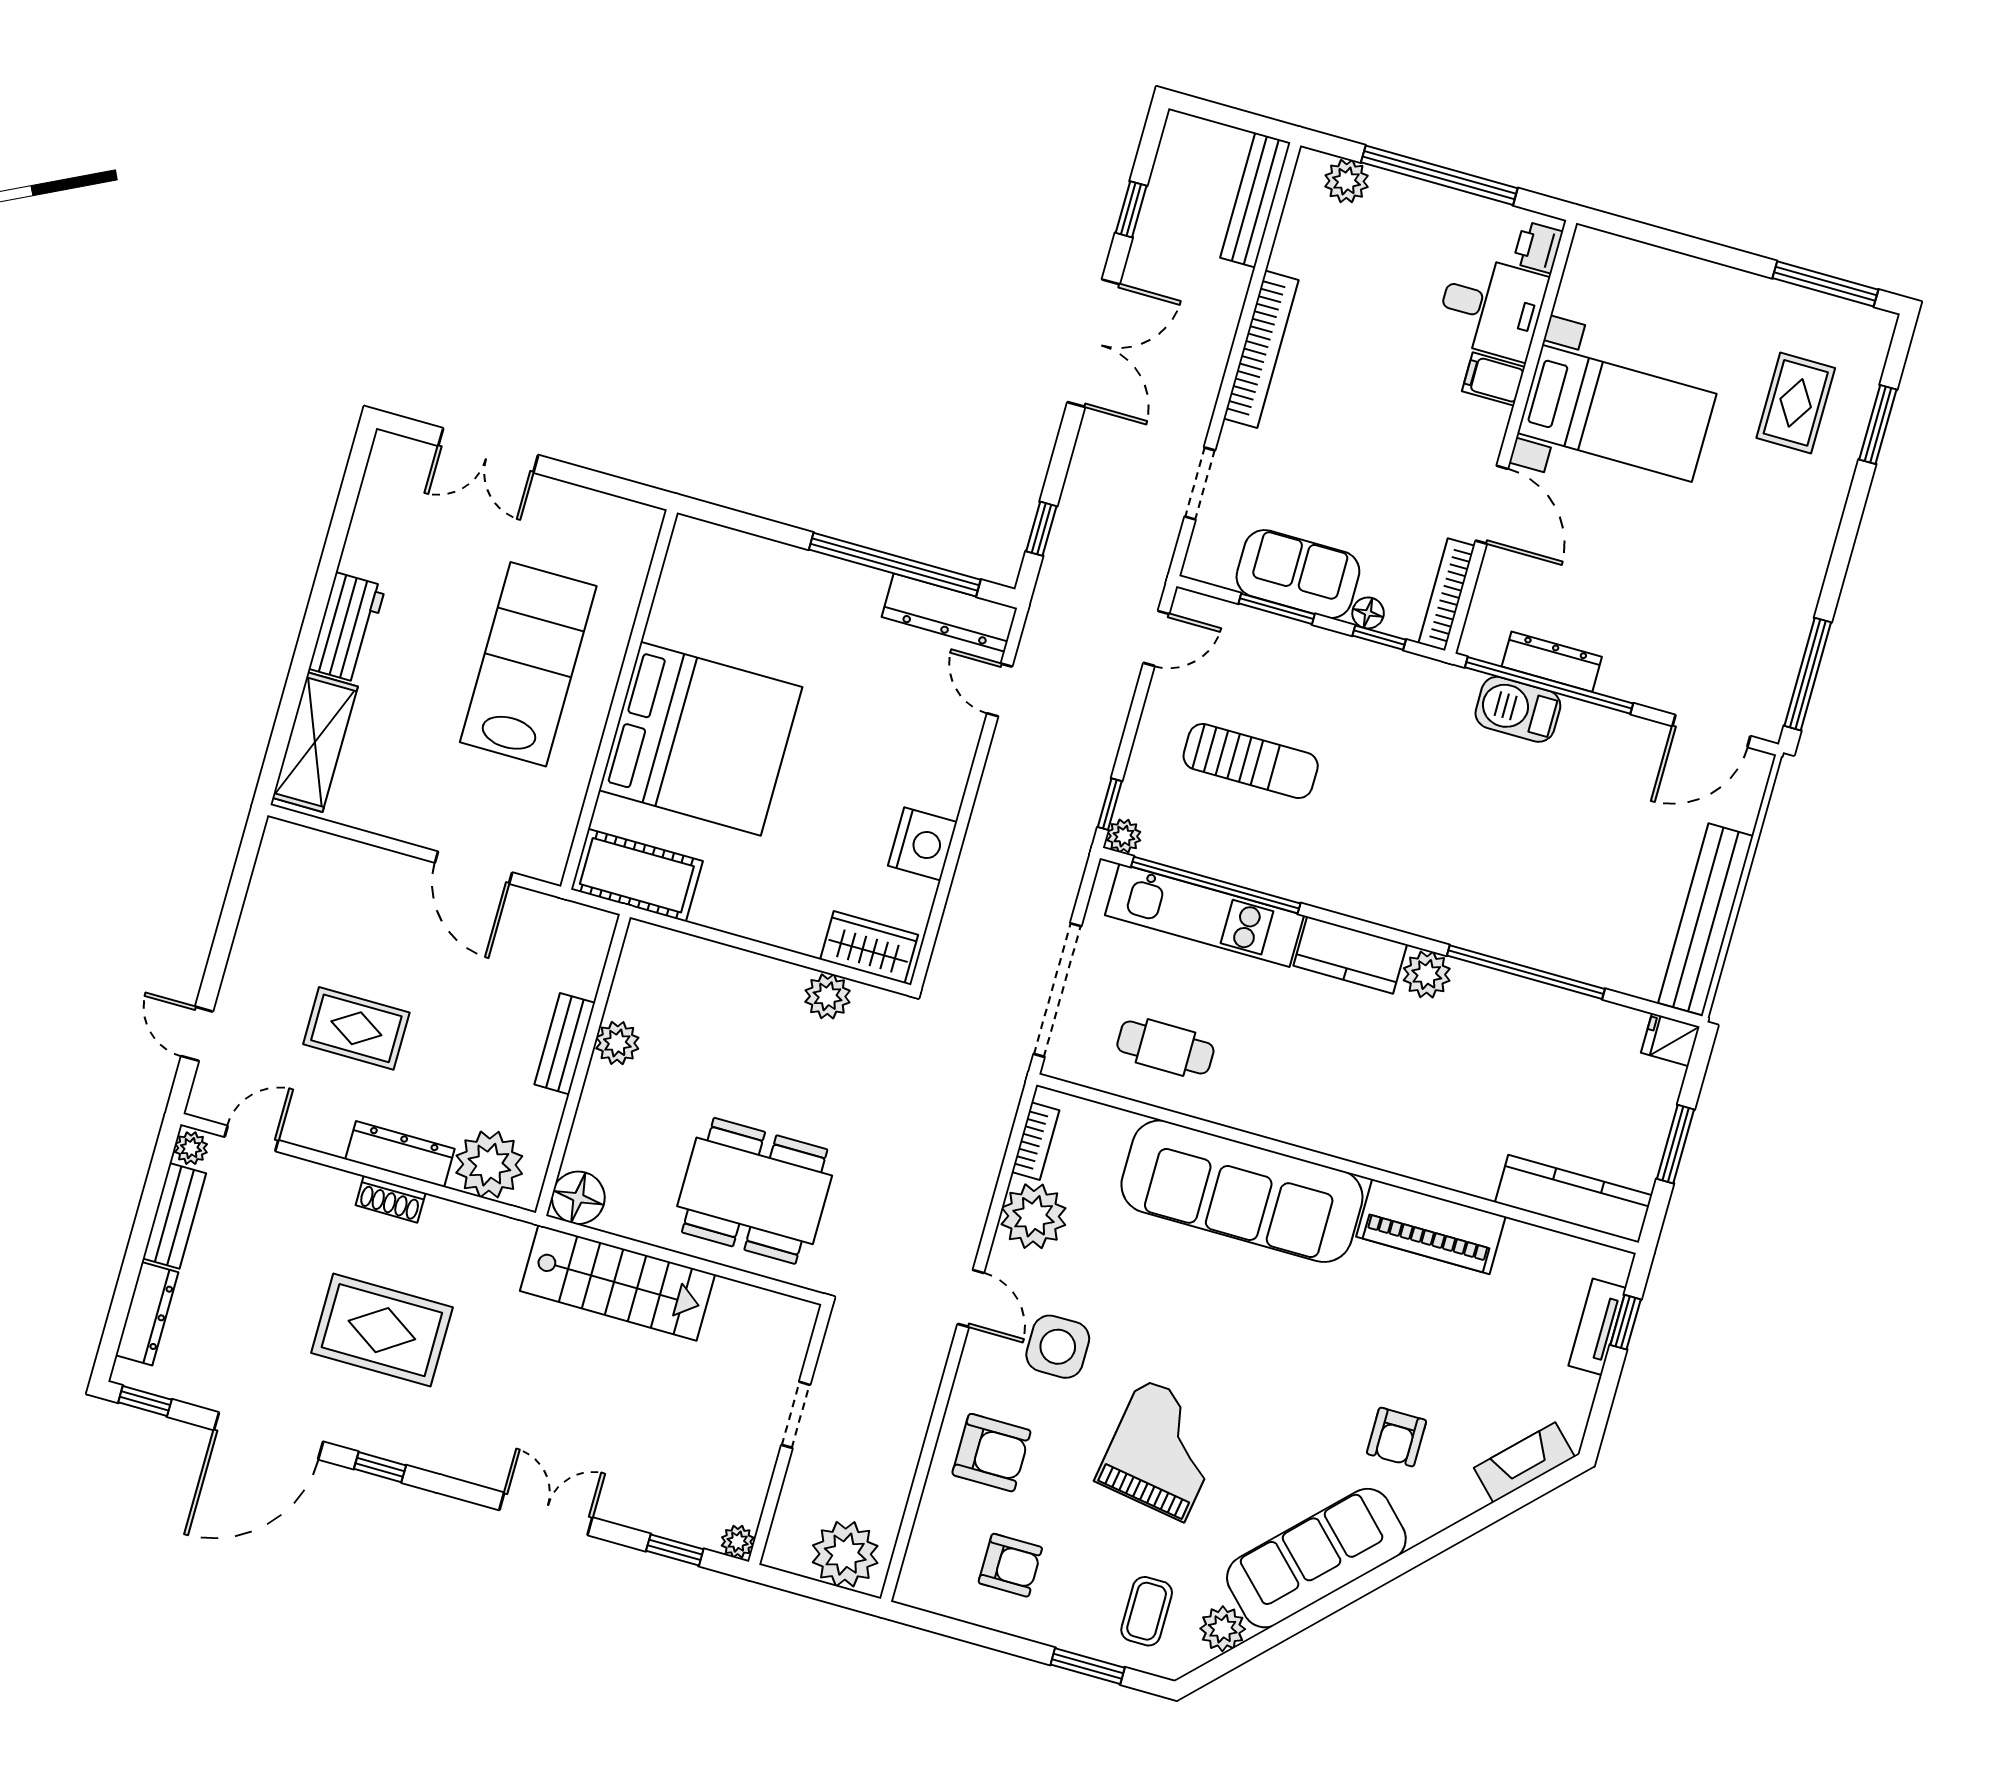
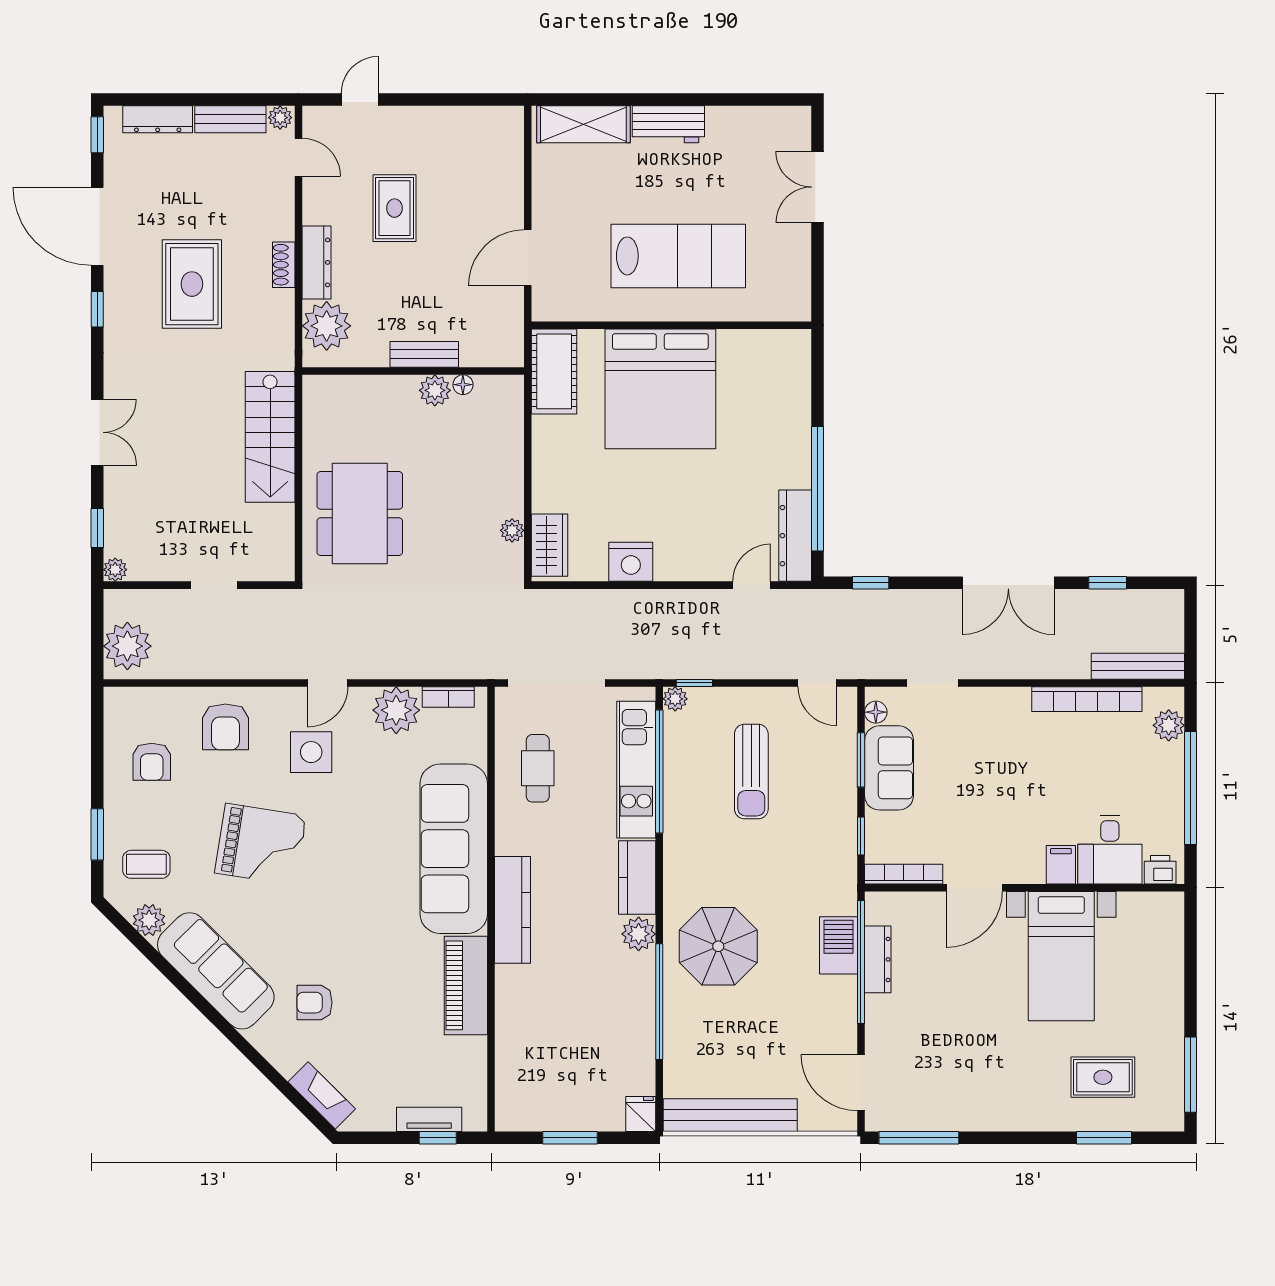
bookcase: (1261, 349) -> (1087, 699), moved
floor lamp: (1368, 613) -> (876, 712), moved
parasol: (1474, 872) -> (718, 946), added
plant: (828, 996) -> (512, 530), width x0.73, depth x0.73
floor lamp: (578, 1198) -> (463, 385), moved, width x0.53, depth x0.53
kitchen counter: (1574, 1199) -> (513, 910), moved

